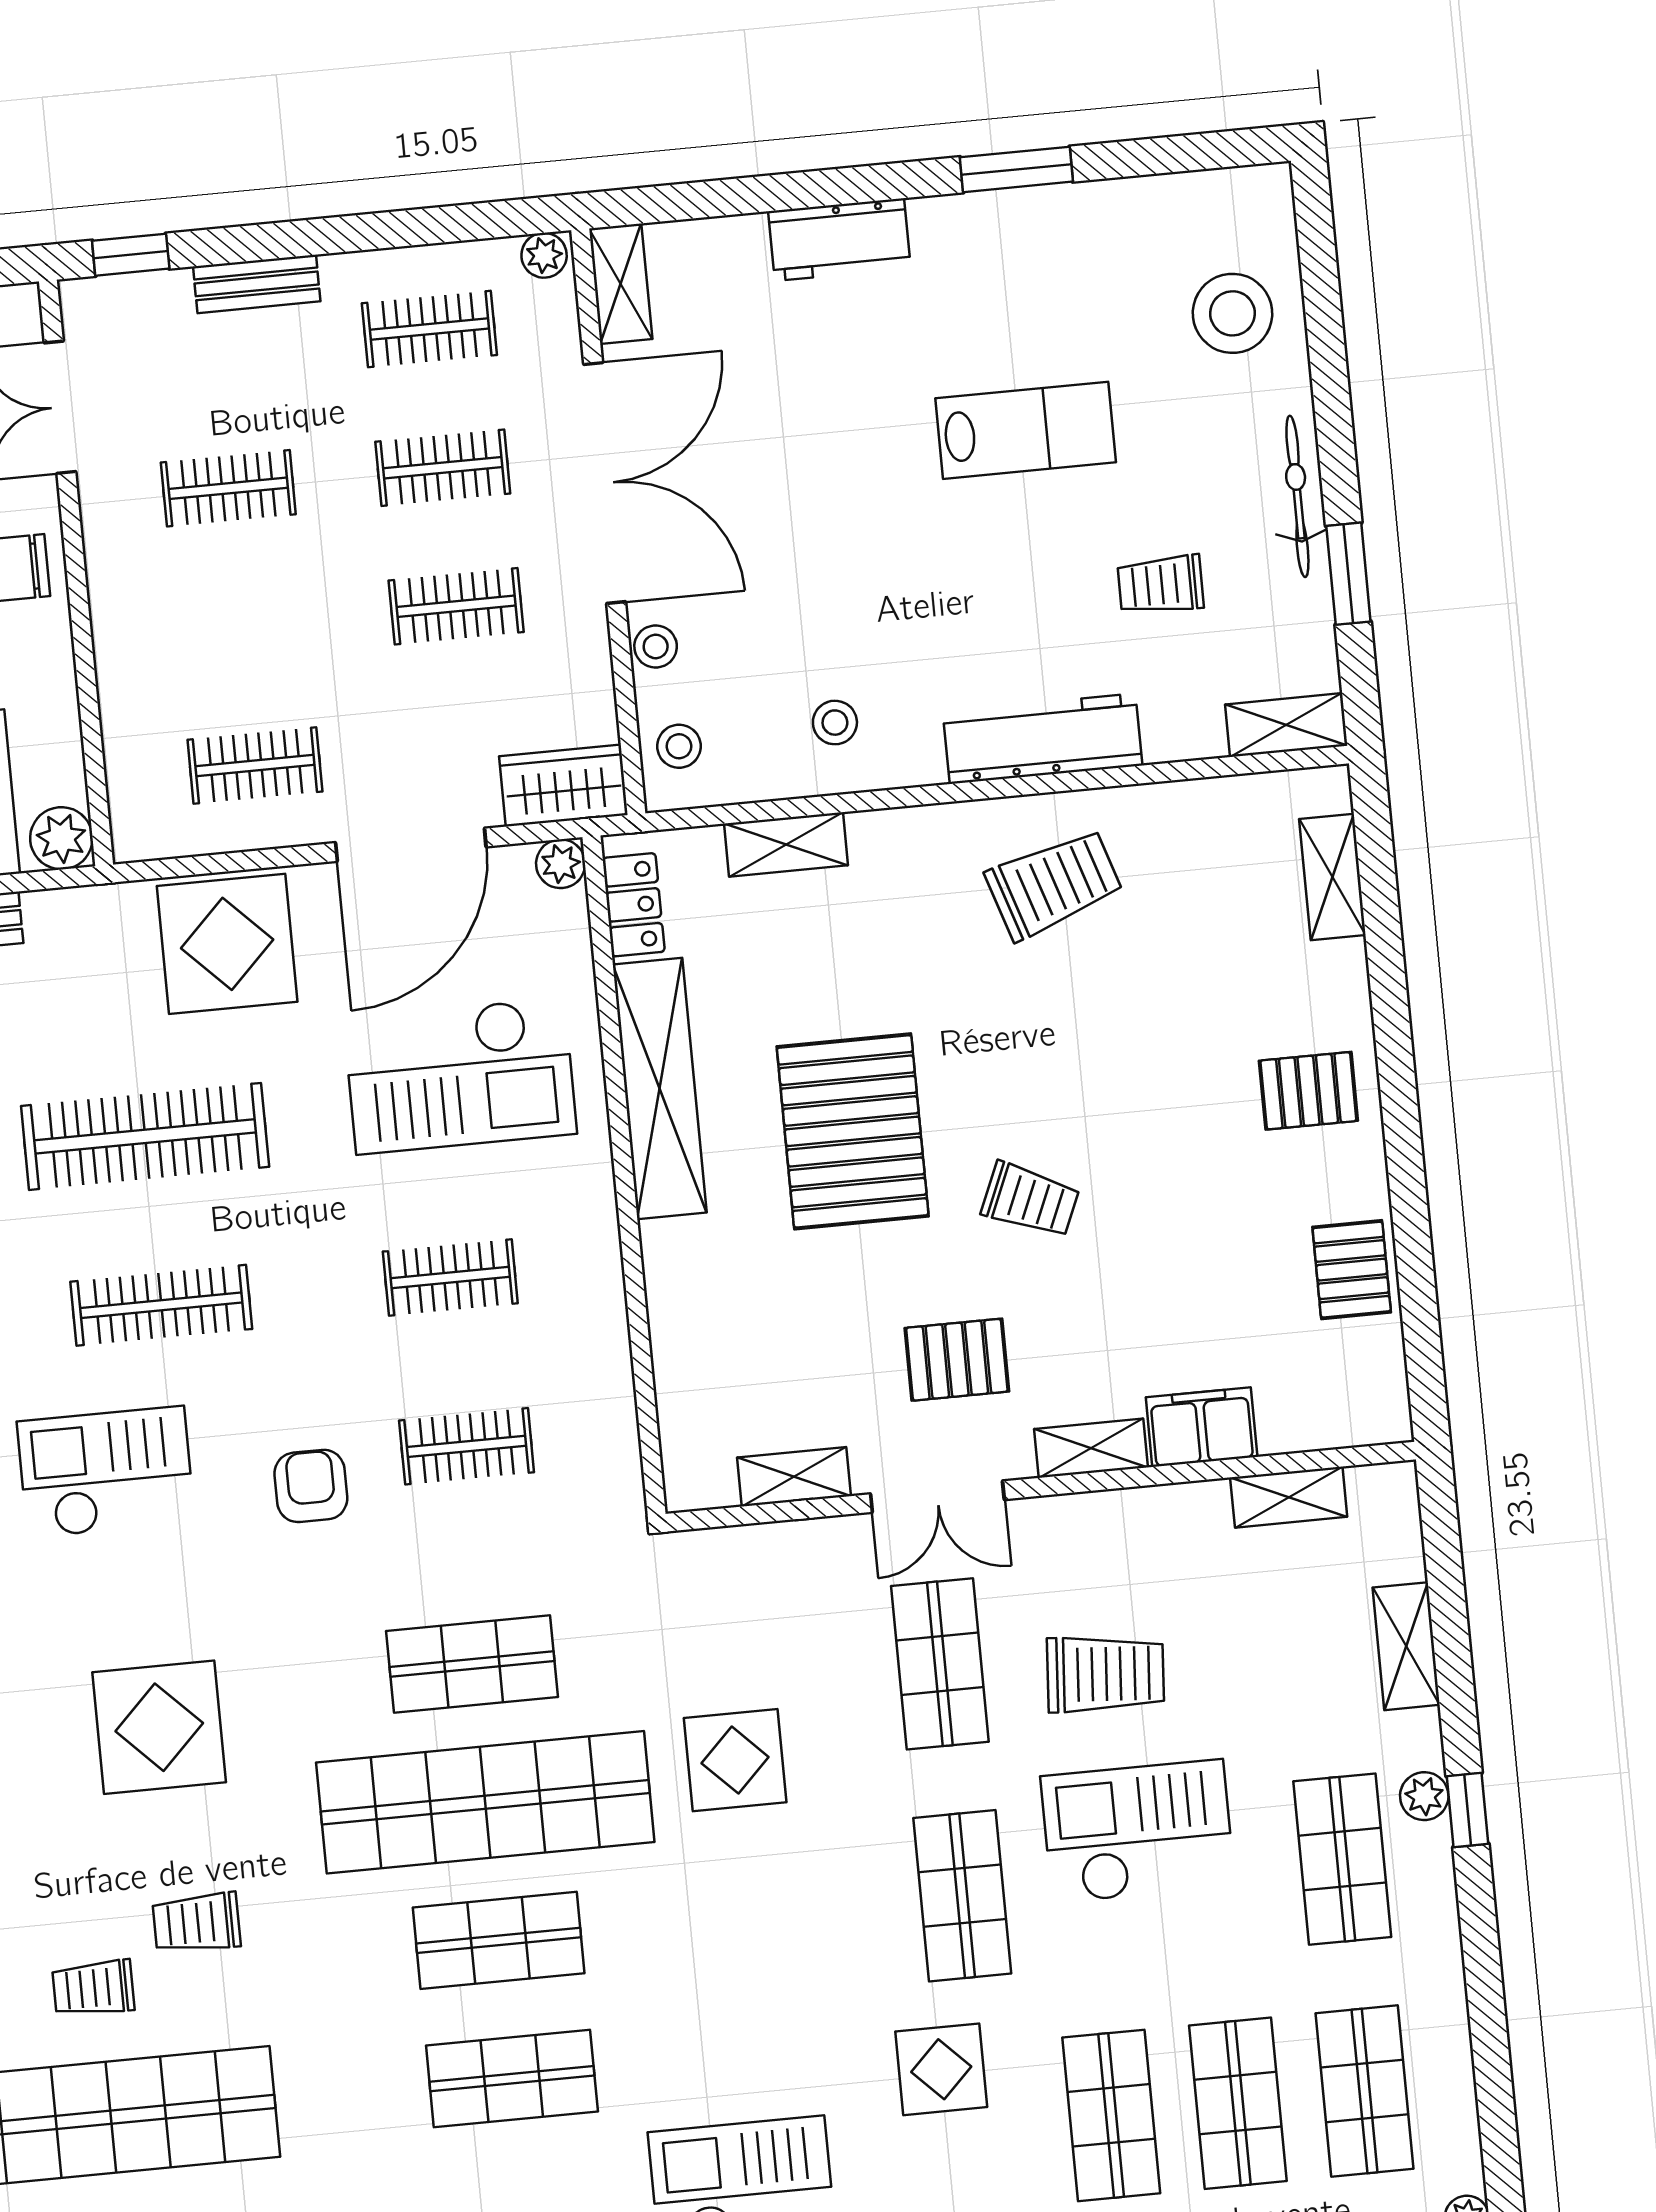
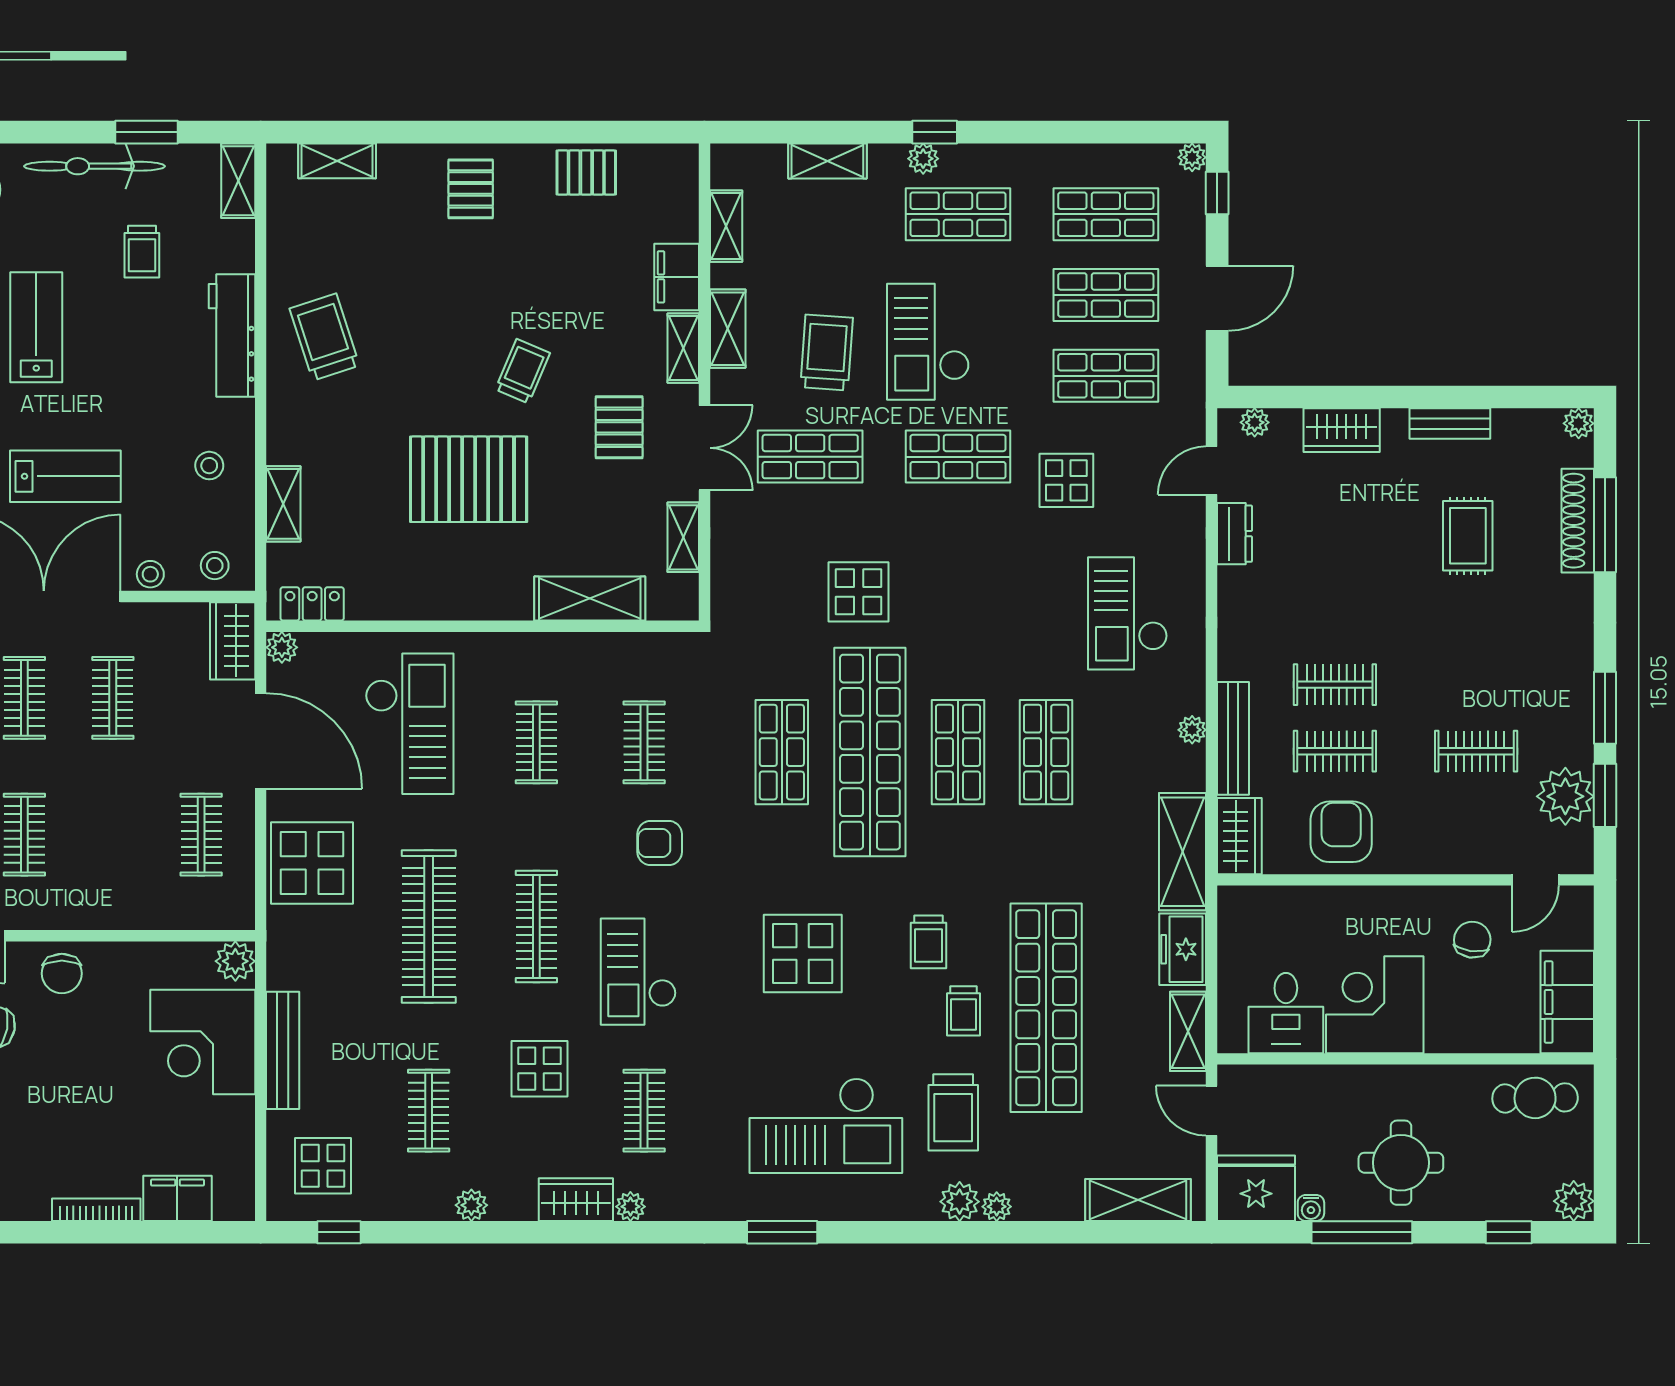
bicycle: (1297, 496) -> (95, 166), width x1.37, depth x1.40
lab bench: (796, 498) -> (65, 476), added
shelving: (660, 1089) -> (590, 599), moved, width x0.68
shelving: (1128, 1515) -> (728, 329), added

